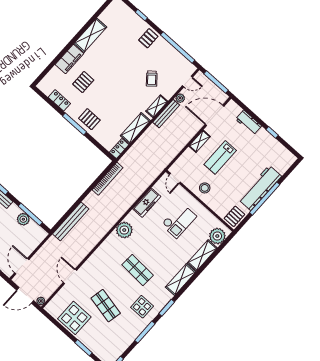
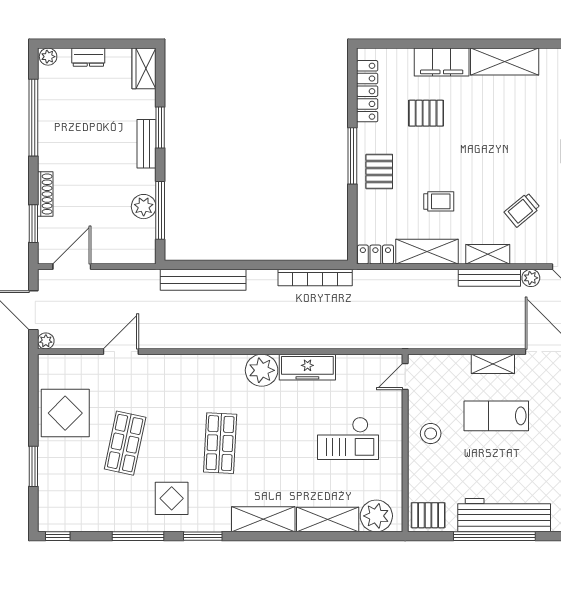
locker: (59, 100) -> (367, 91), width x1.53
trolley: (121, 107) -> (439, 201), added
freezer: (147, 203) -> (307, 367), moved

